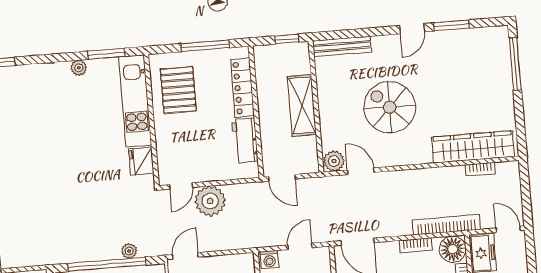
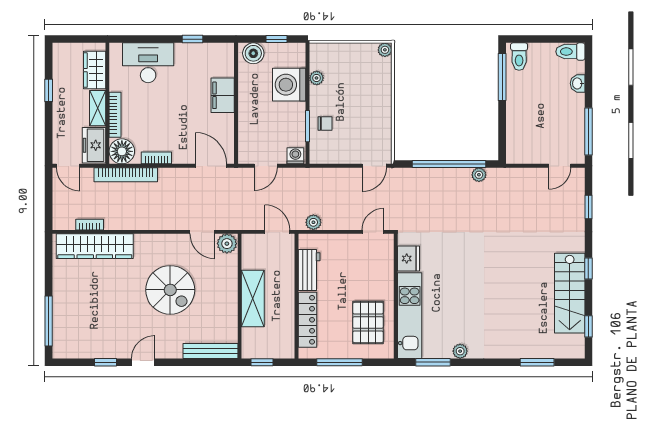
window: (452, 25) -> (106, 362), width x0.67
plant: (210, 201) -> (313, 222), moved, width x0.53, depth x0.53
plant: (129, 251) -> (479, 175), moved

